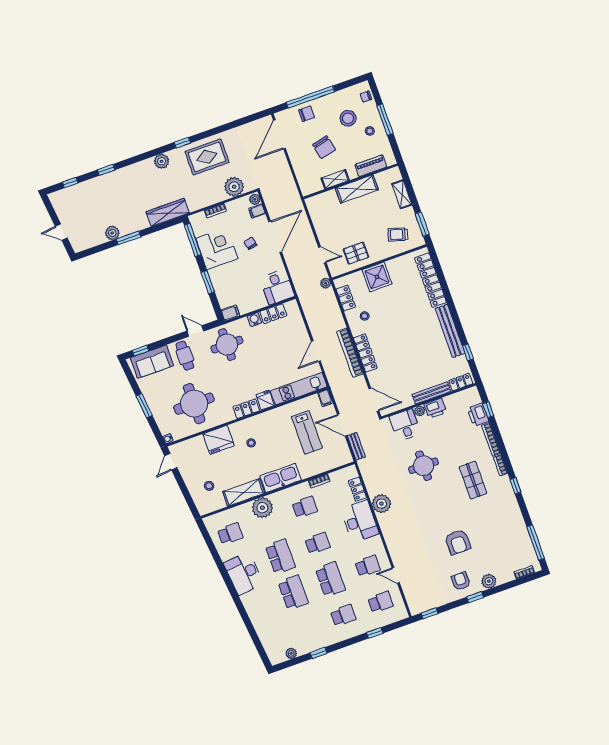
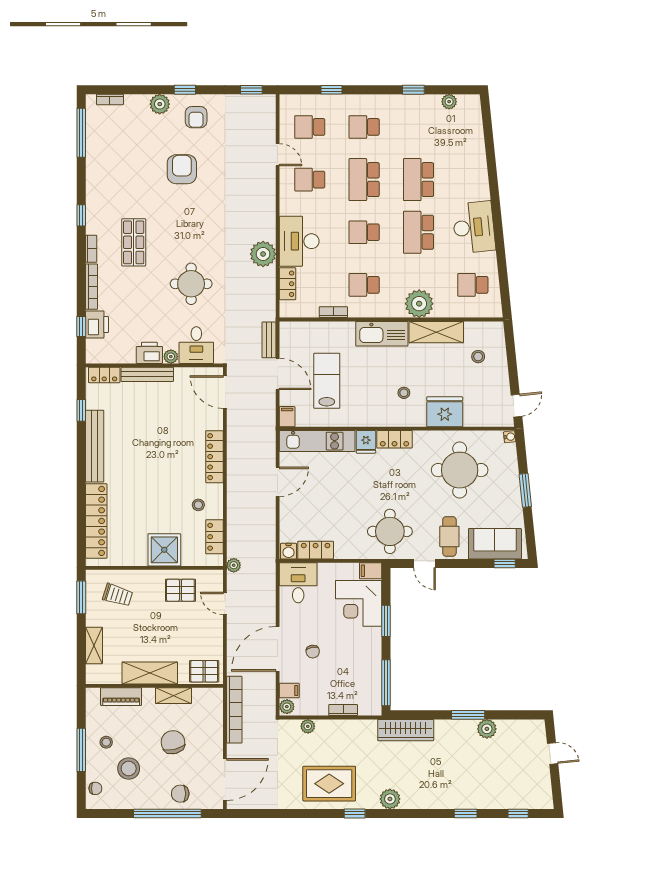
plant: (234, 187) -> (308, 726), width x0.53, depth x0.53
pallet: (320, 203) -> (204, 671), added
corner desk: (217, 248) -> (359, 603), moved
water cooler: (254, 320) -> (289, 551), moved
bookcase: (350, 353) -> (234, 710), moved

